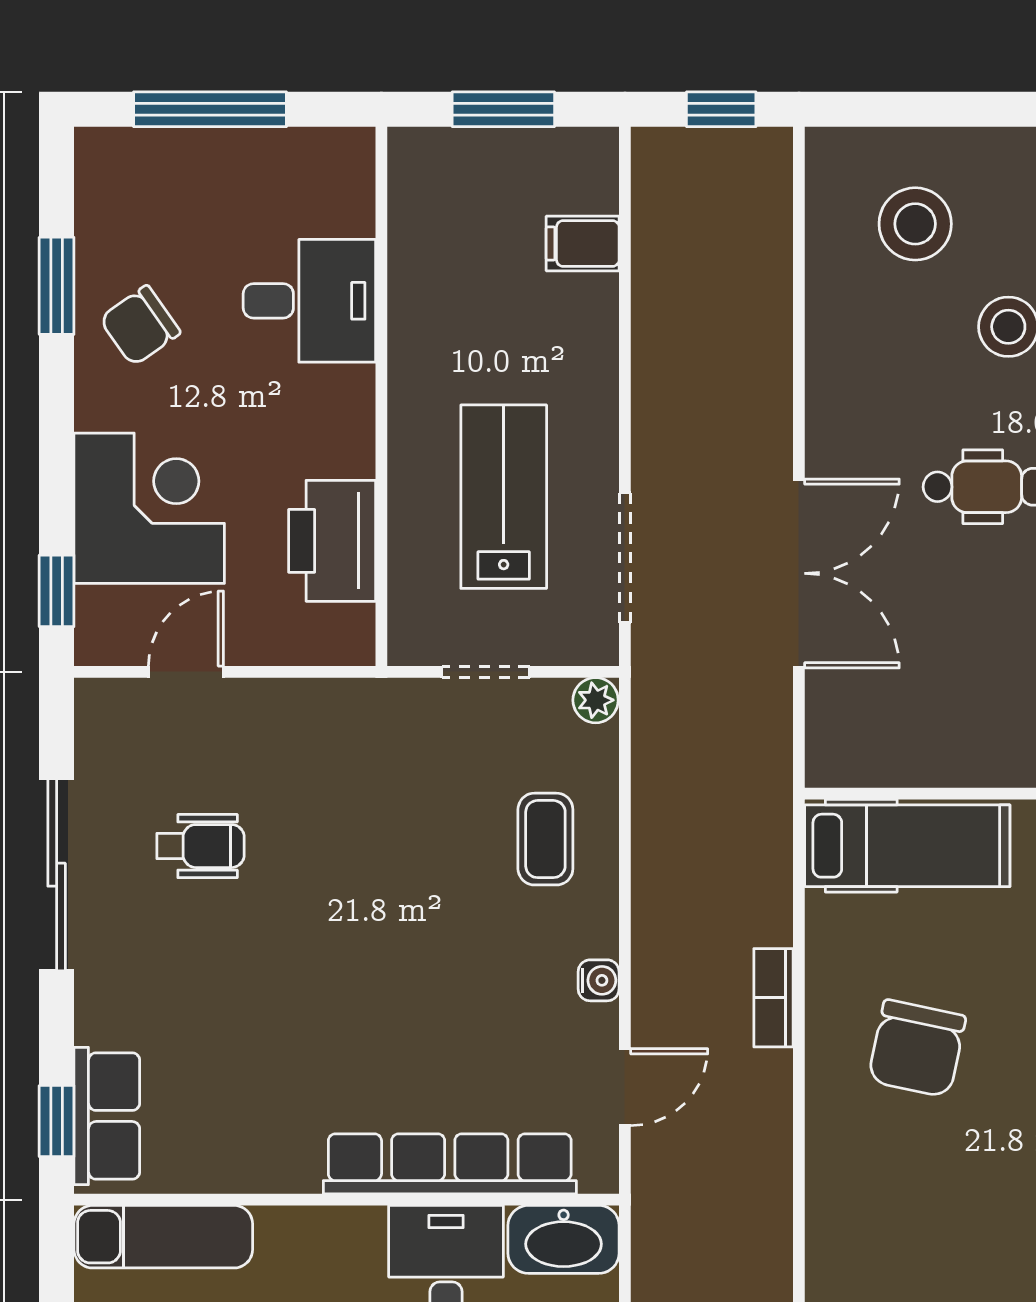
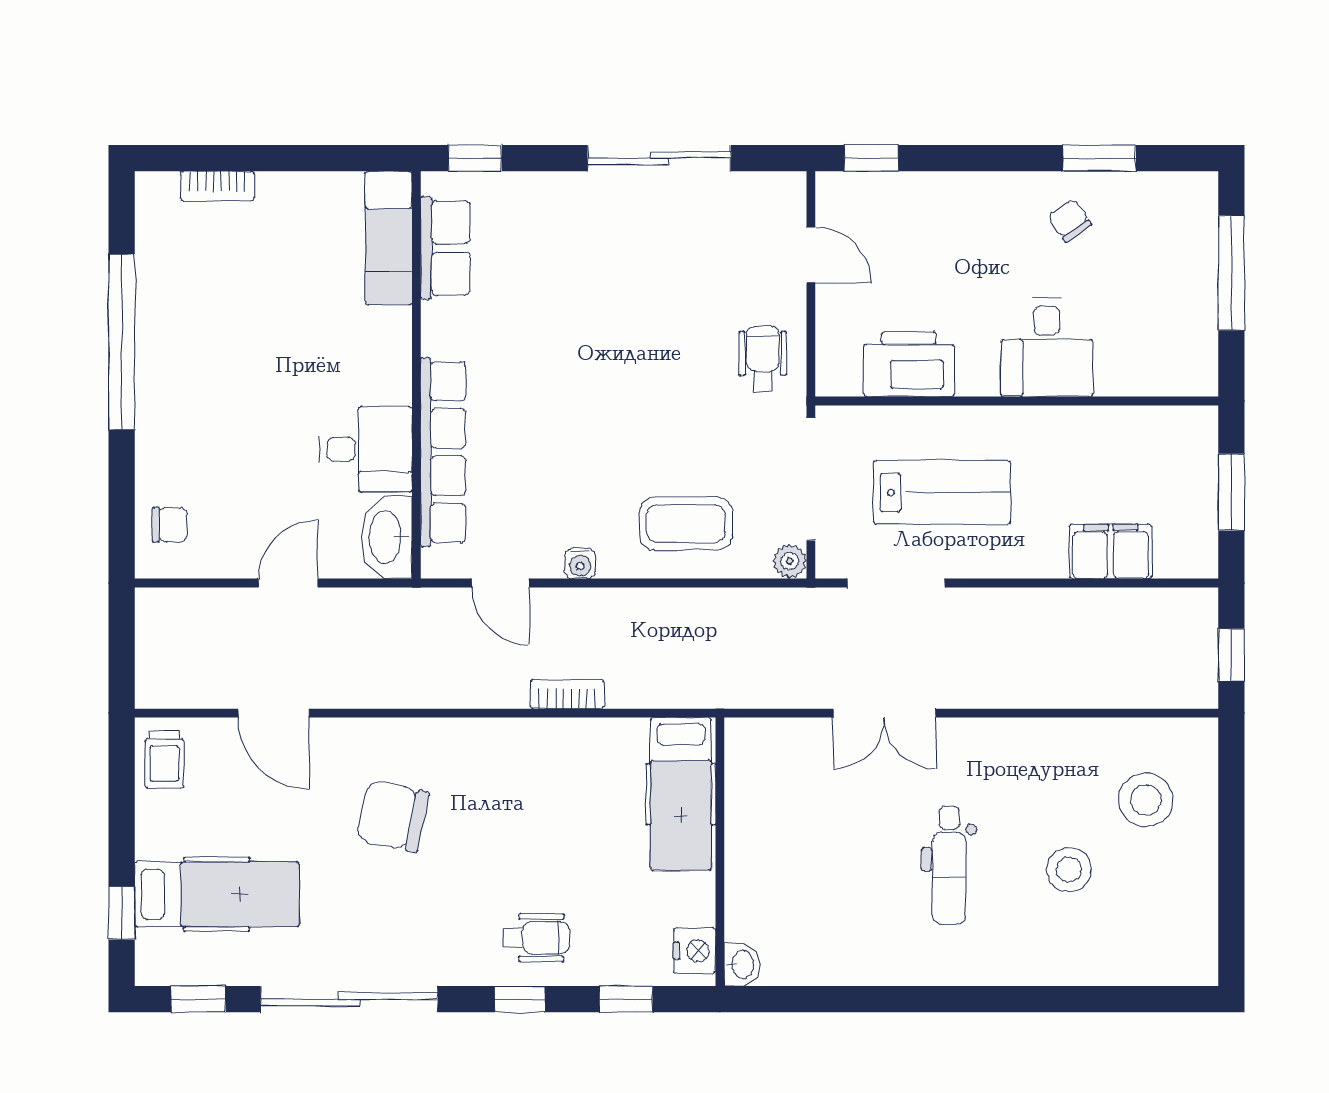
filing cabinet: (583, 244) -> (1111, 551), width x2.00
desk: (309, 301) -> (1047, 347), moved
chair: (140, 326) -> (1070, 220), width x0.73, depth x0.73
corner desk: (149, 508) -> (933, 227), removed
double door: (799, 573) -> (884, 713), width x0.73
doorway: (486, 672) -> (811, 479), width x1.87
coffee table: (545, 839) -> (686, 524), width x1.36, depth x1.30
wheelchair: (201, 846) -> (763, 358), moved, turned 180
chair: (917, 1048) -> (393, 816), moved
row of seats: (107, 1116) -> (445, 248), moved, turned -90

